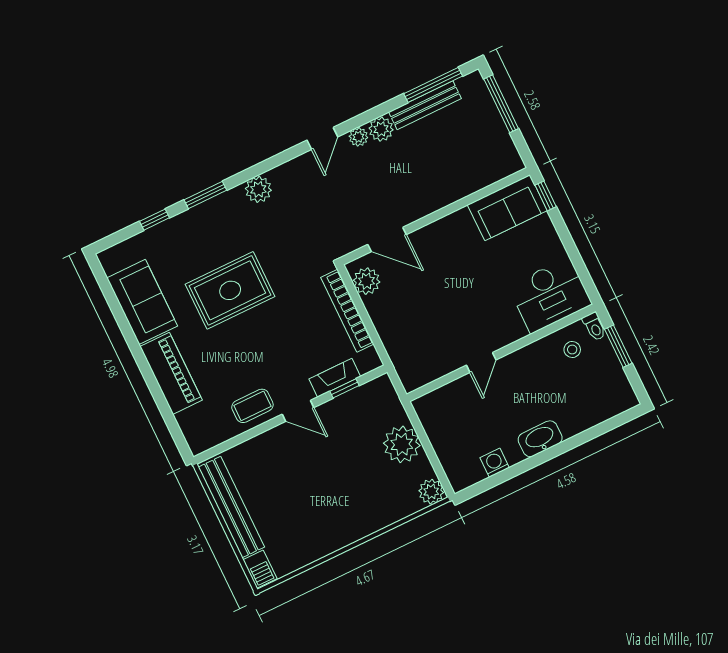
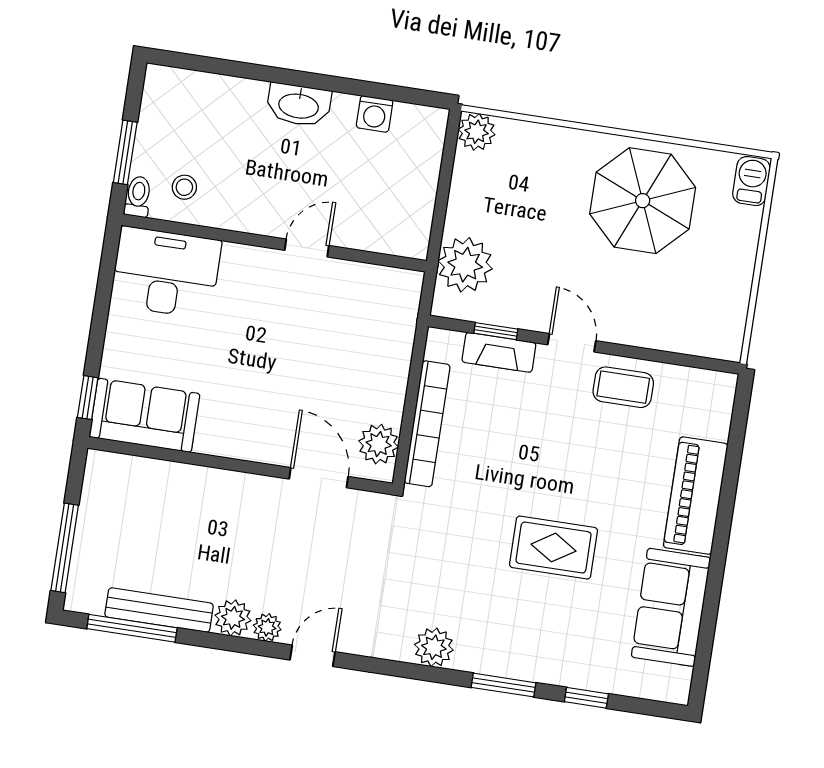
rug: (230, 290) -> (554, 548), width x0.73, depth x0.70
plant: (402, 444) -> (465, 265), moved
bench: (231, 507) -> (734, 281), removed
parasol: (313, 517) -> (643, 201), added

